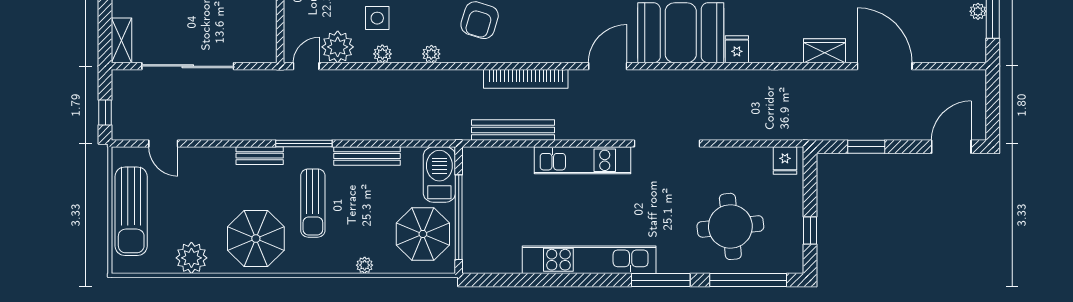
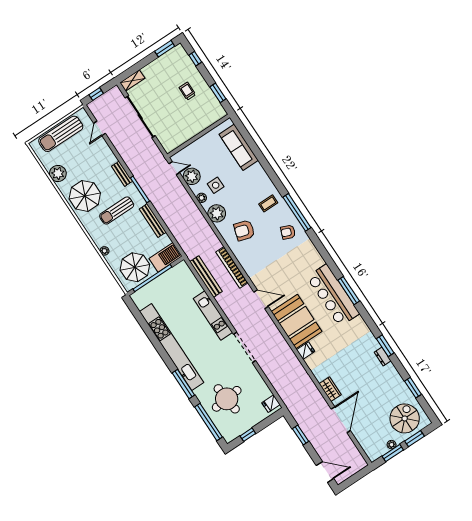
plant: (431, 54) -> (217, 213), width x1.87, depth x1.87
kitchen unit: (589, 260) -> (172, 347), width x1.36

